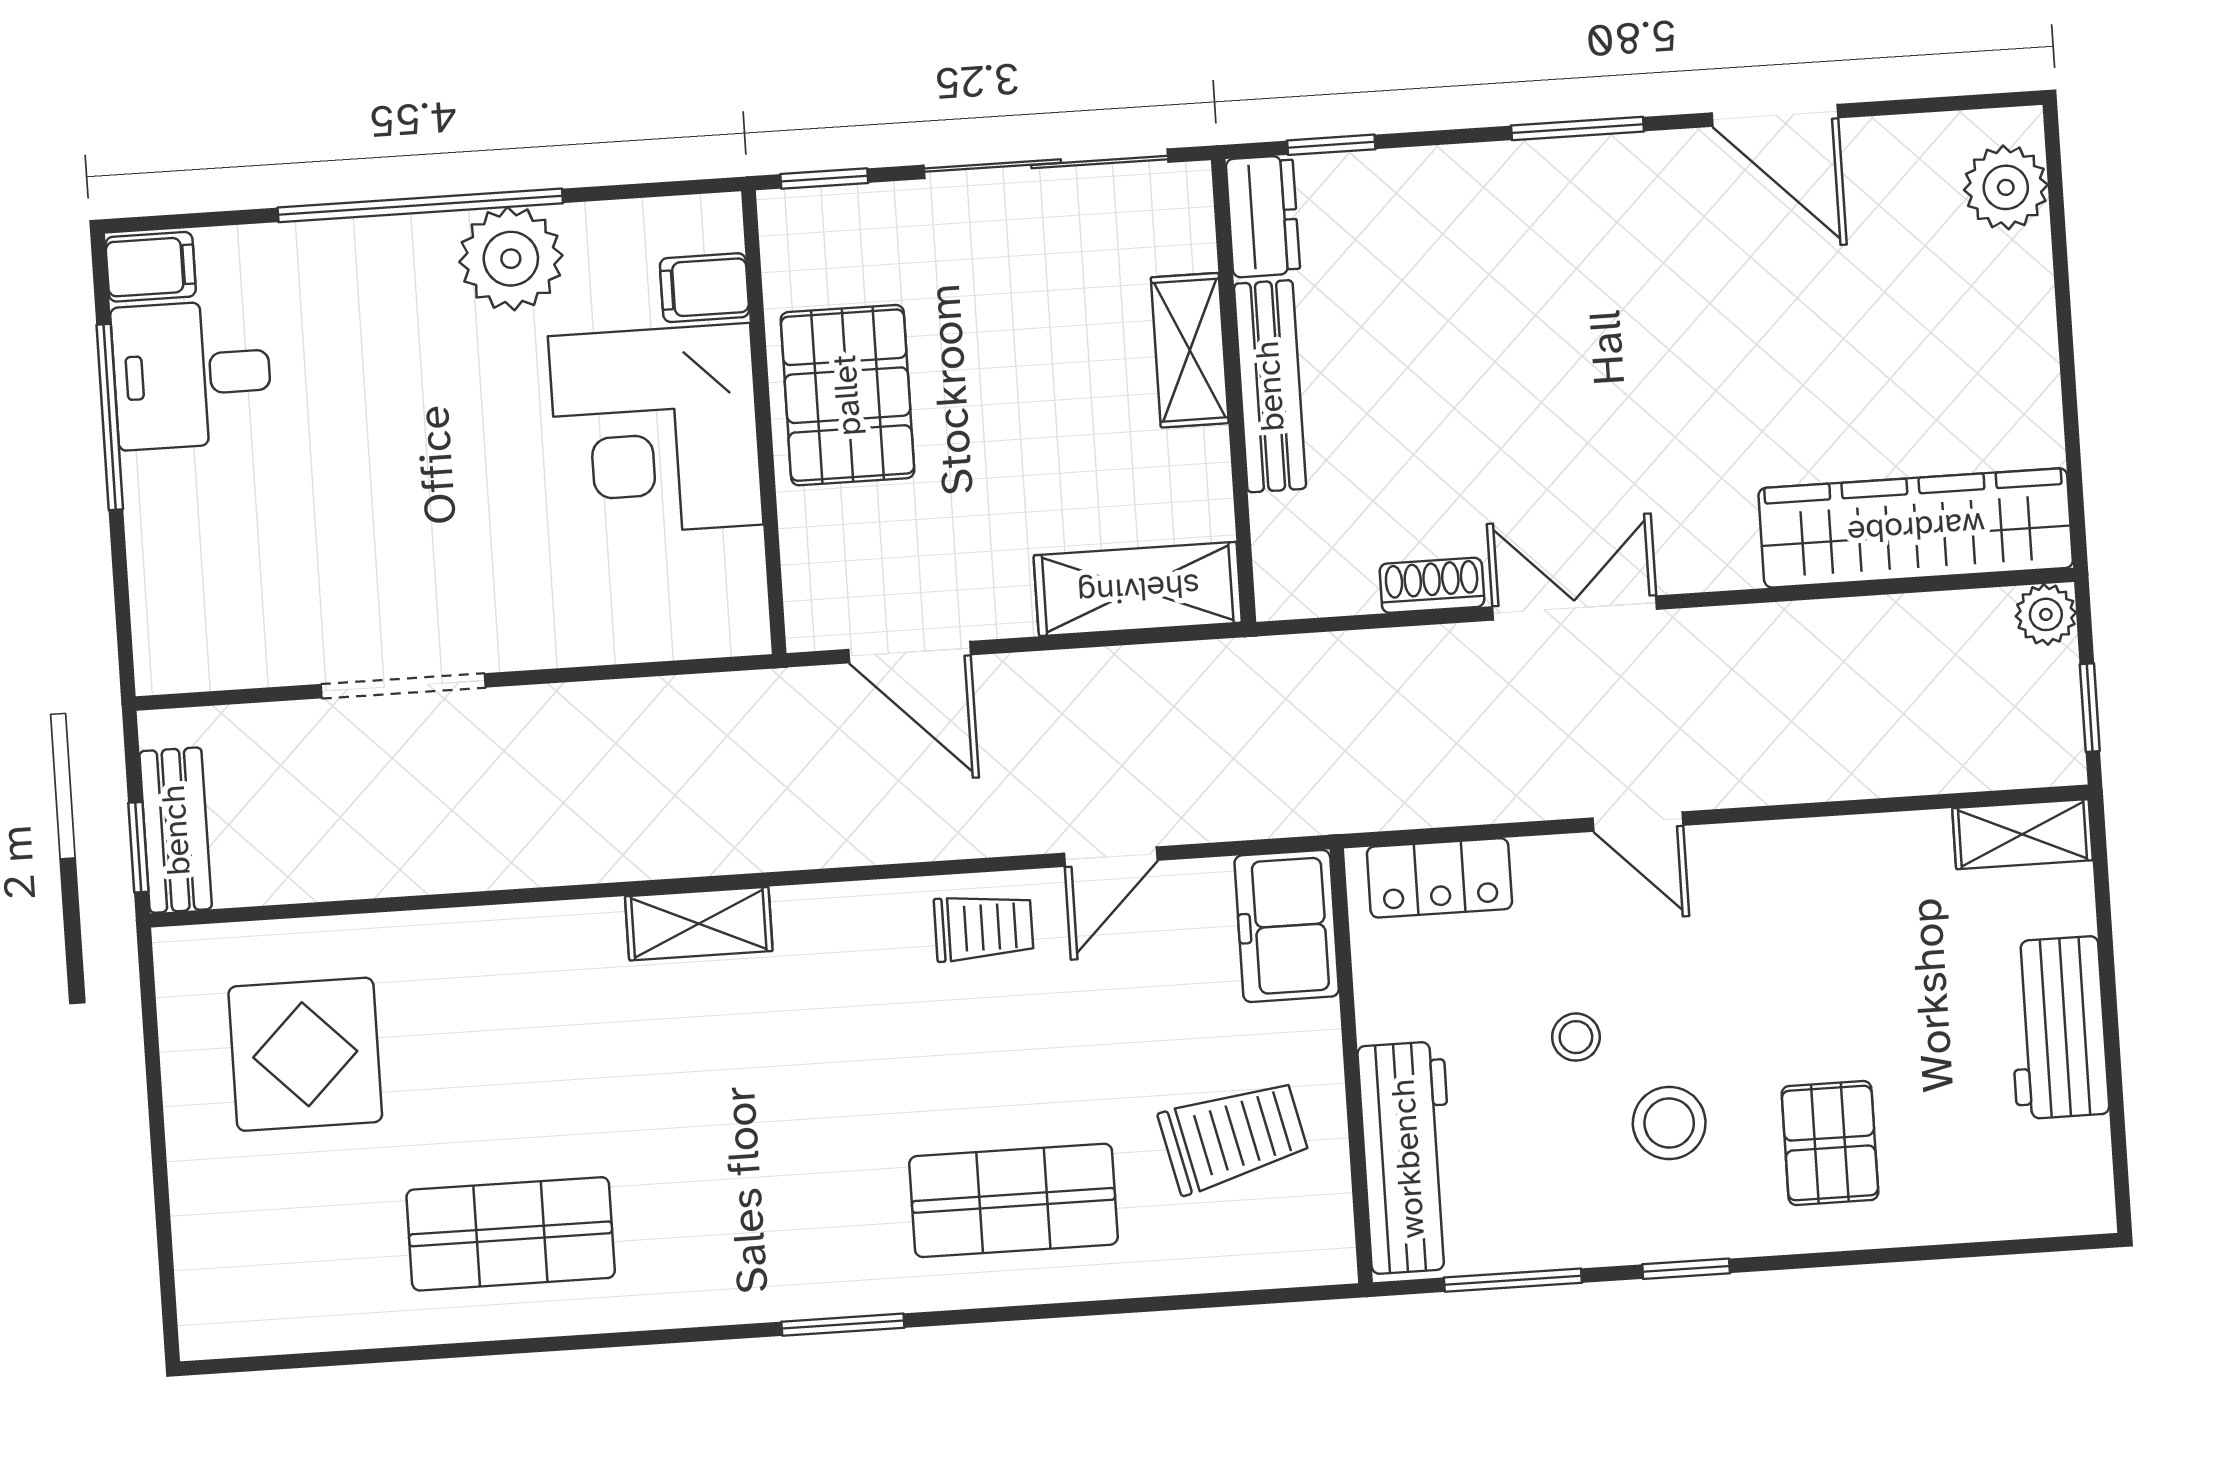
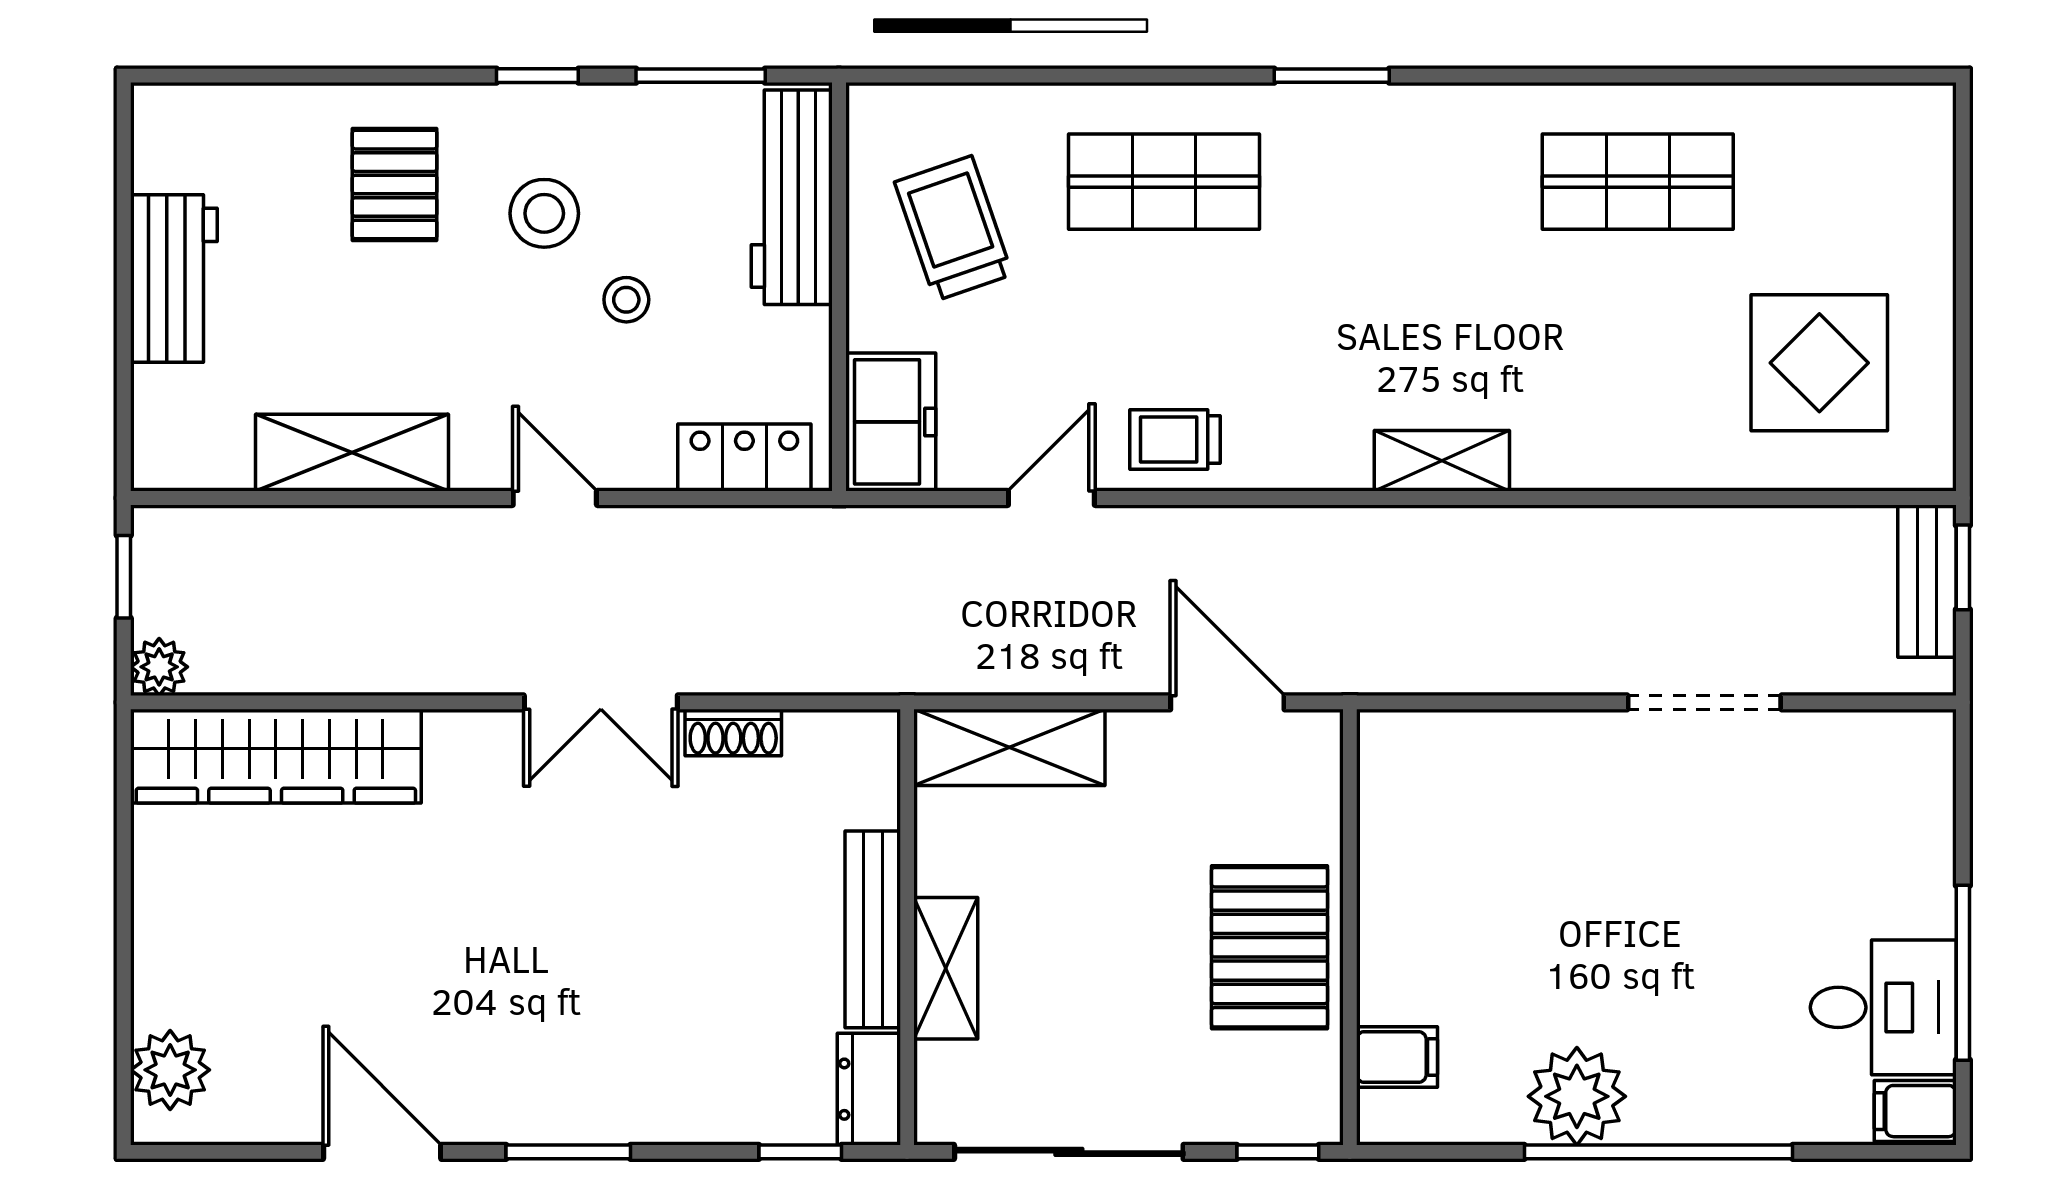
corner desk: (656, 430) -> (1452, 926), removed
shelving: (2022, 834) -> (352, 453), moved, width x1.50, depth x1.33
trolley: (1234, 1136) -> (954, 228), turned 84

